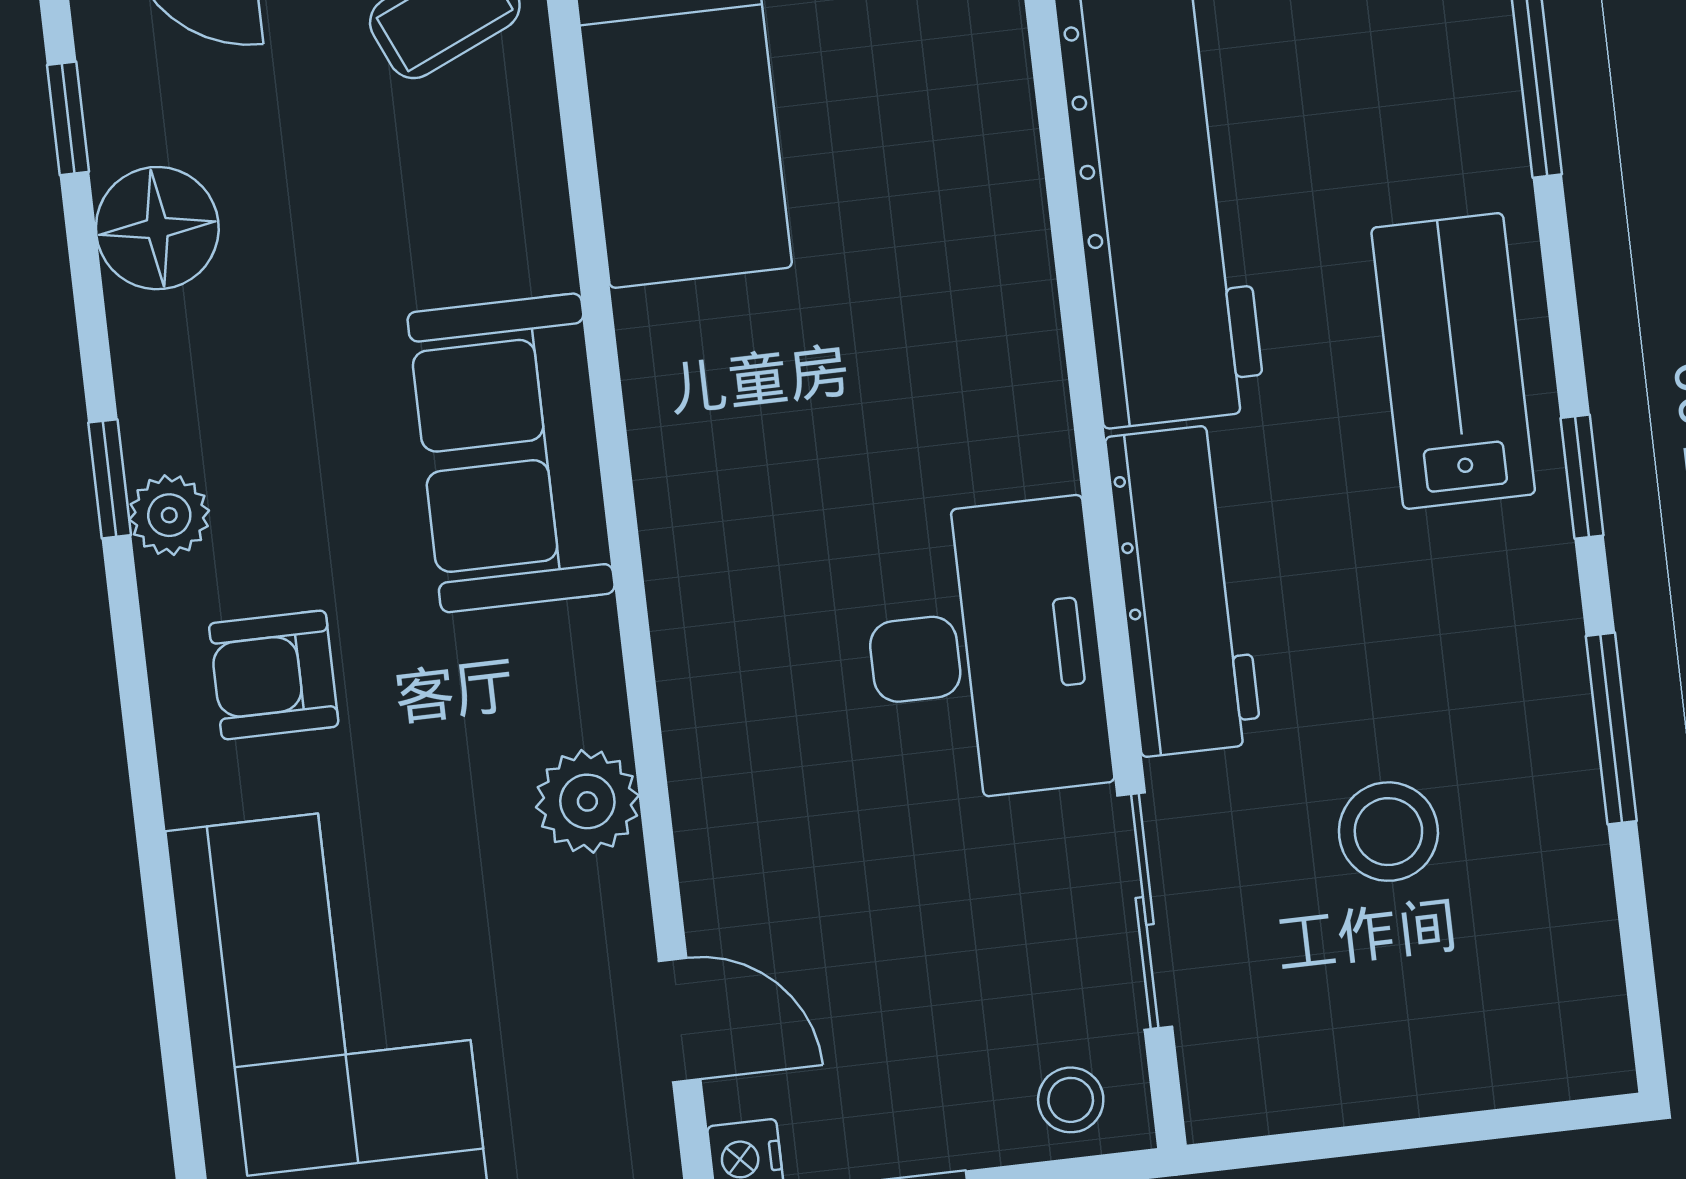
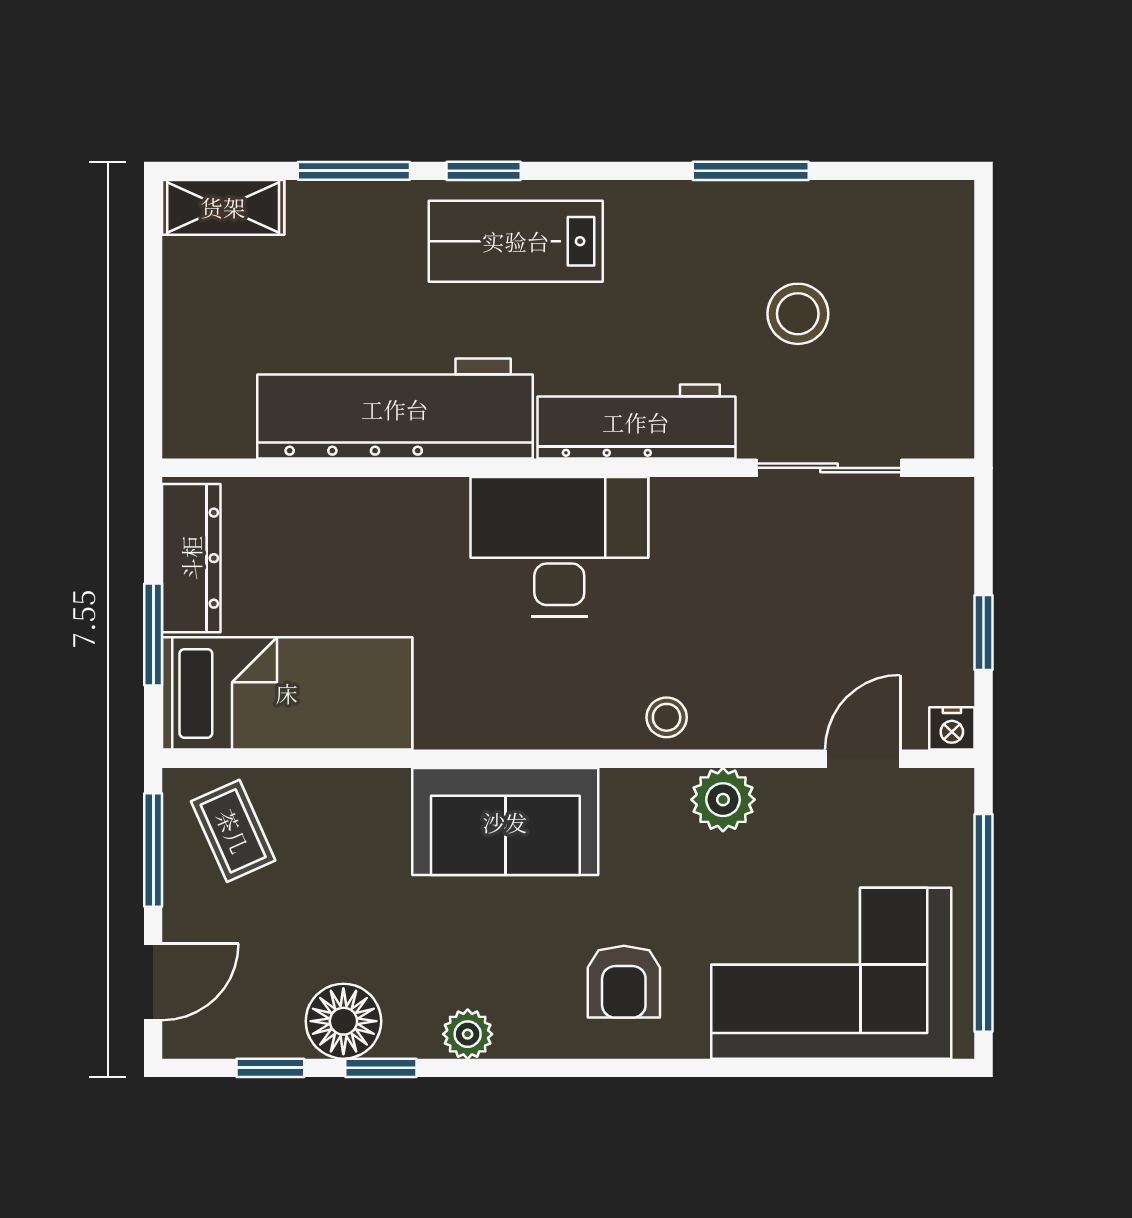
window: (1582, 477) -> (484, 171), moved
window: (110, 479) -> (381, 1068), moved
plant: (169, 515) -> (468, 1034), moved
desk: (985, 651) -> (559, 547), moved
stool: (1071, 1100) -> (667, 717), moved

